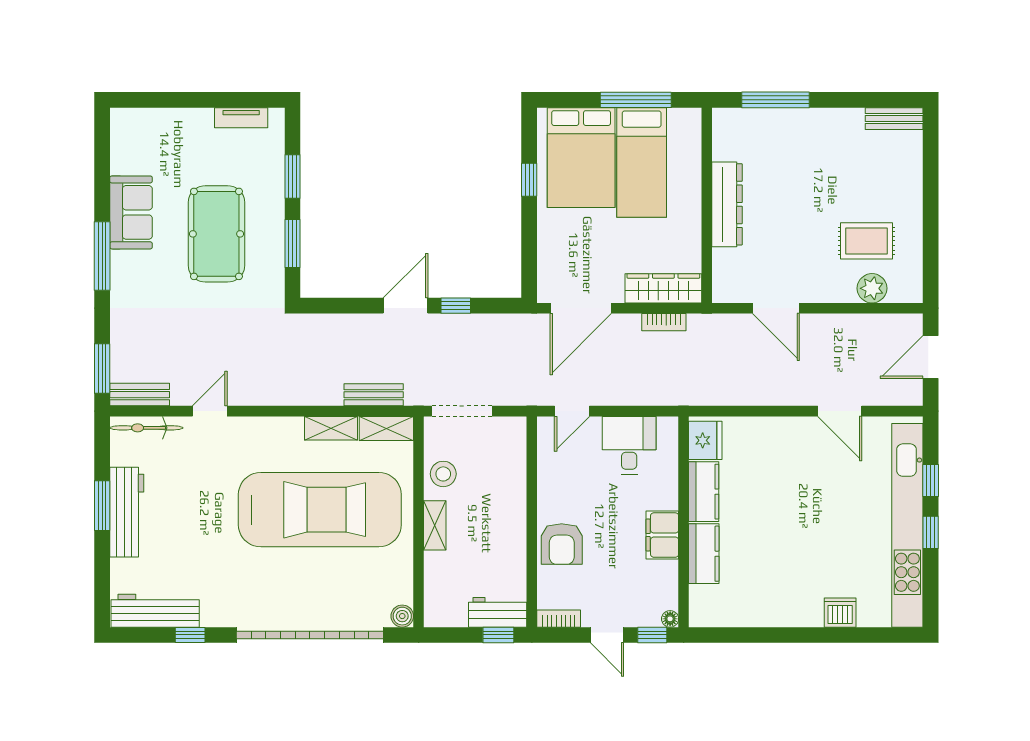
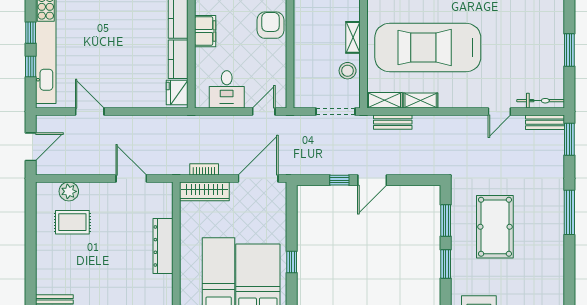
sofa: (131, 212) -> (551, 241), removed
workbench: (127, 512) -> (553, 46), removed

